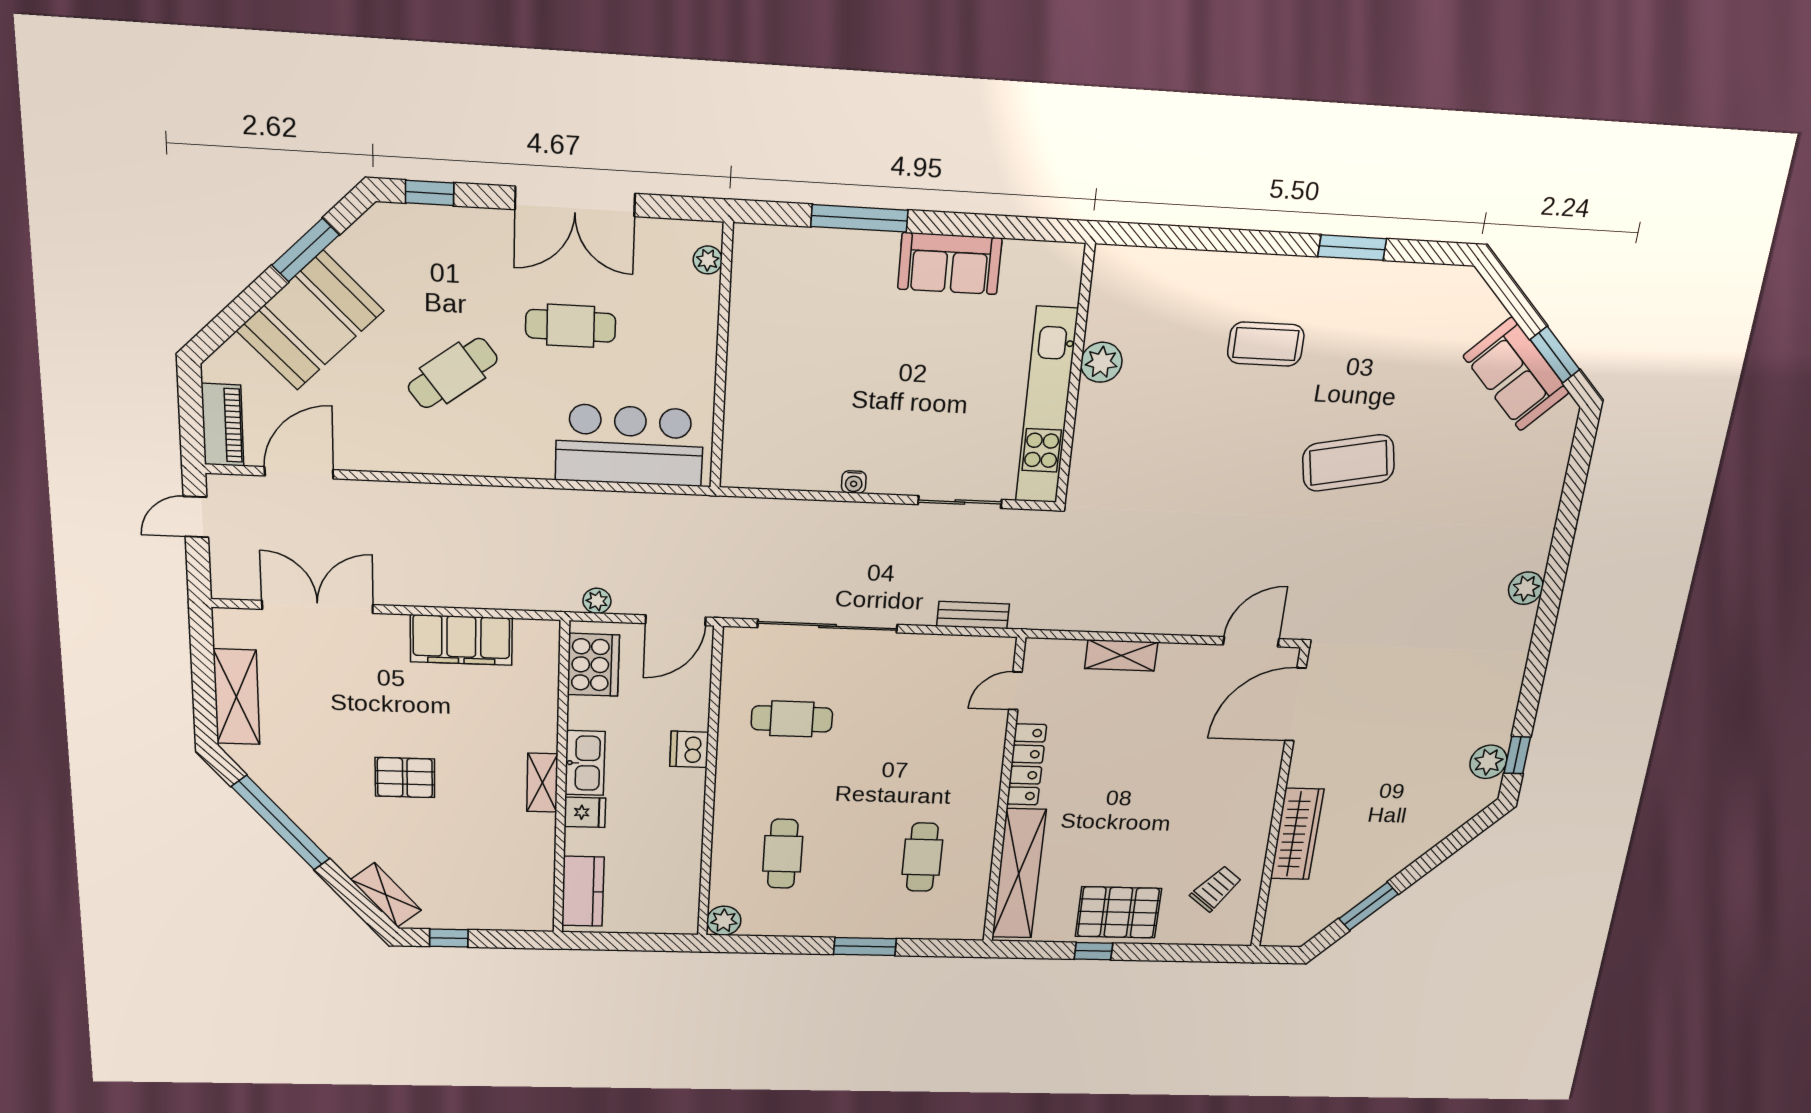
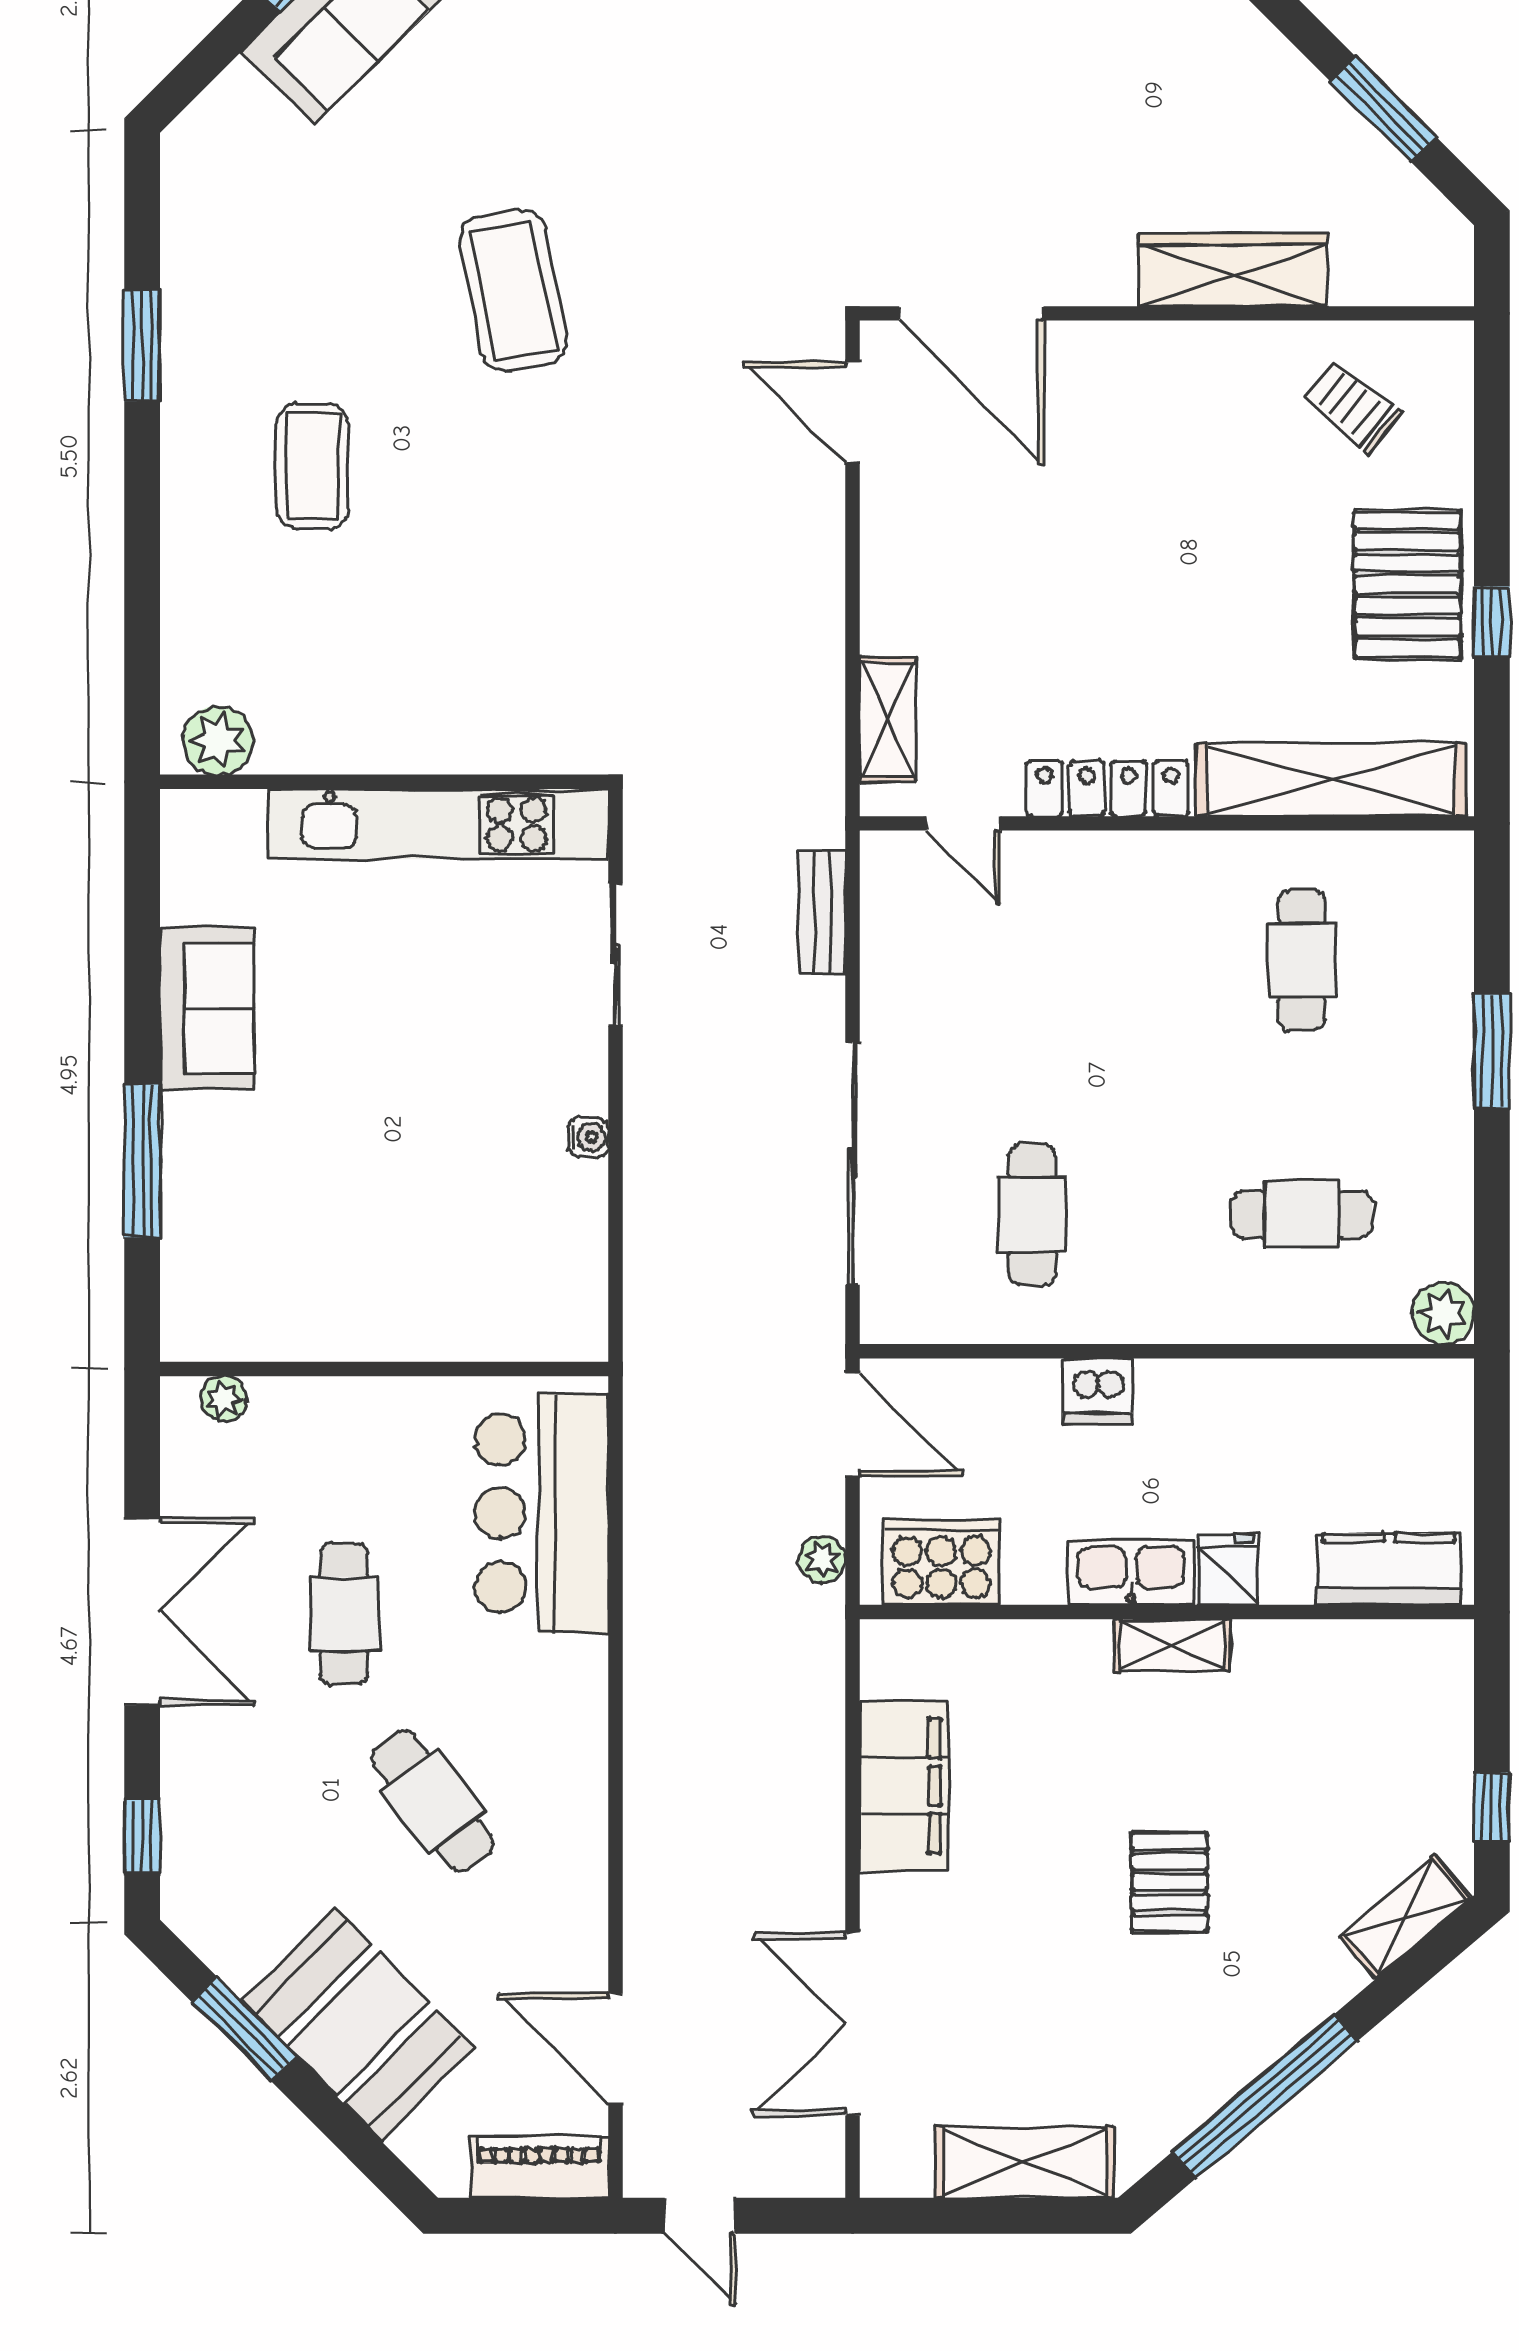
plant: (1101, 362) -> (218, 740), moved
shelving: (1121, 655) -> (888, 719), moved
cafe table: (922, 857) -> (1302, 960), turned 90

